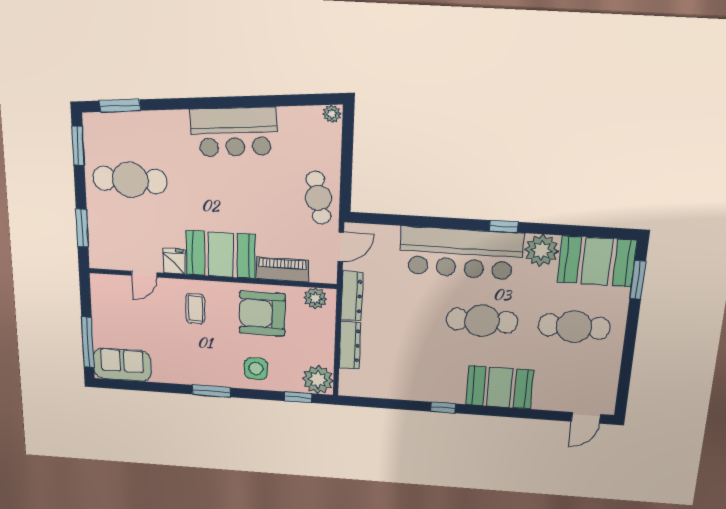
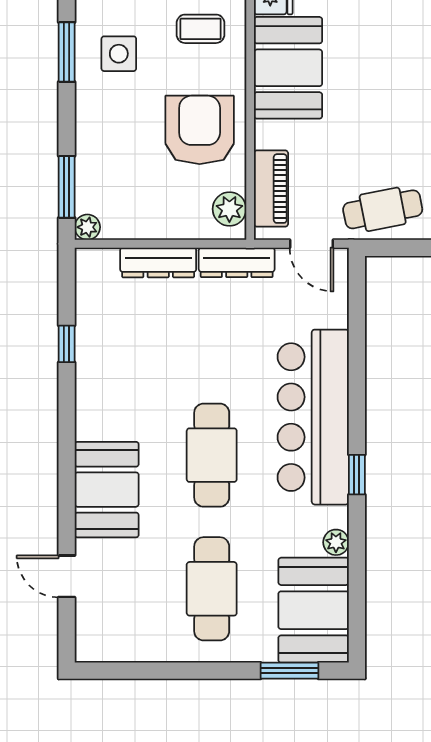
plant: (542, 250) -> (336, 542), width x0.53, depth x0.53
piano: (282, 270) -> (271, 189), moved
side table: (256, 369) -> (119, 54), moved
plant: (318, 380) -> (87, 227), width x0.53, depth x0.53
window: (298, 397) -> (67, 187), width x1.50
window: (443, 408) -> (67, 344), moved
door: (586, 418) -> (67, 576), moved

